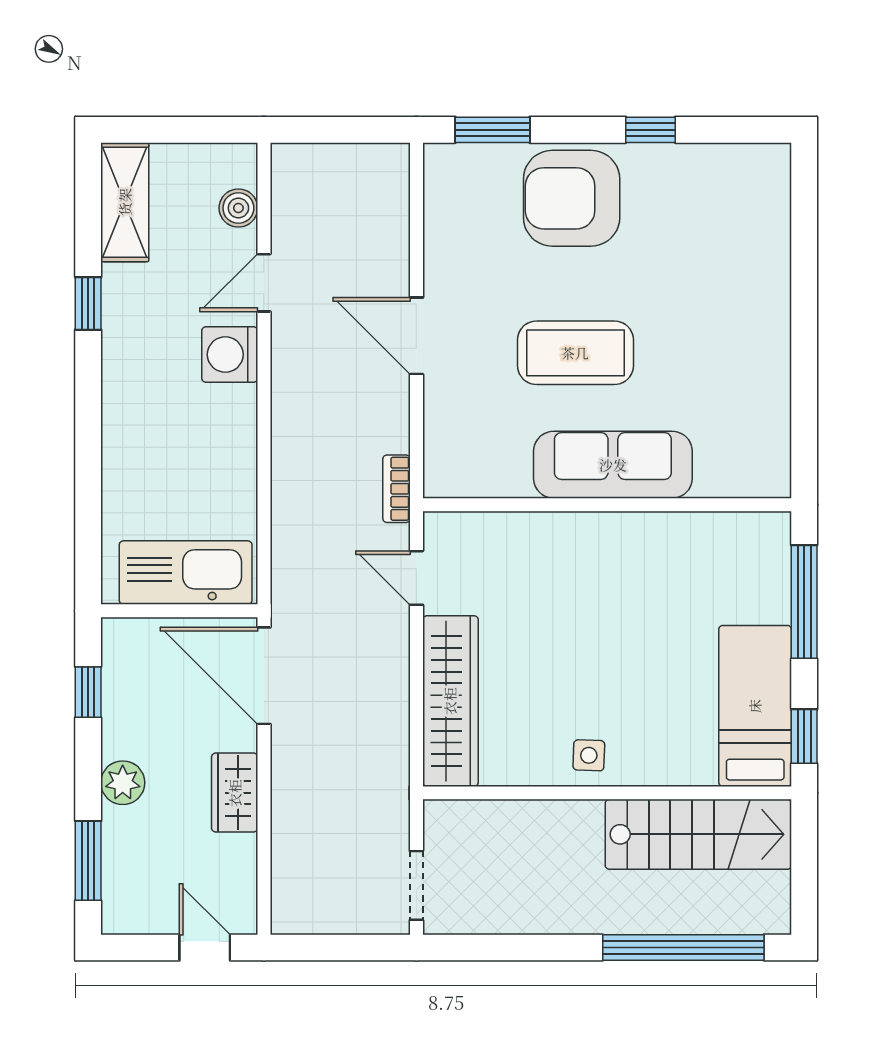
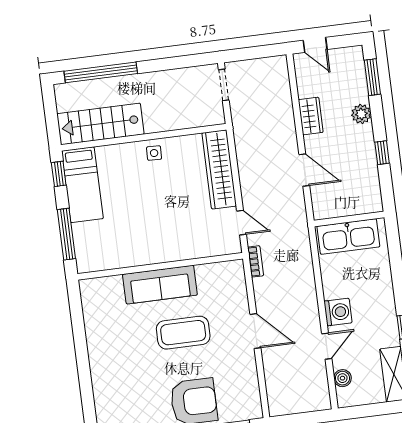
kitchen sink: (186, 573) -> (348, 236), moved
wall: (179, 611) -> (349, 219), moved
door: (264, 676) -> (304, 170), width x0.73

